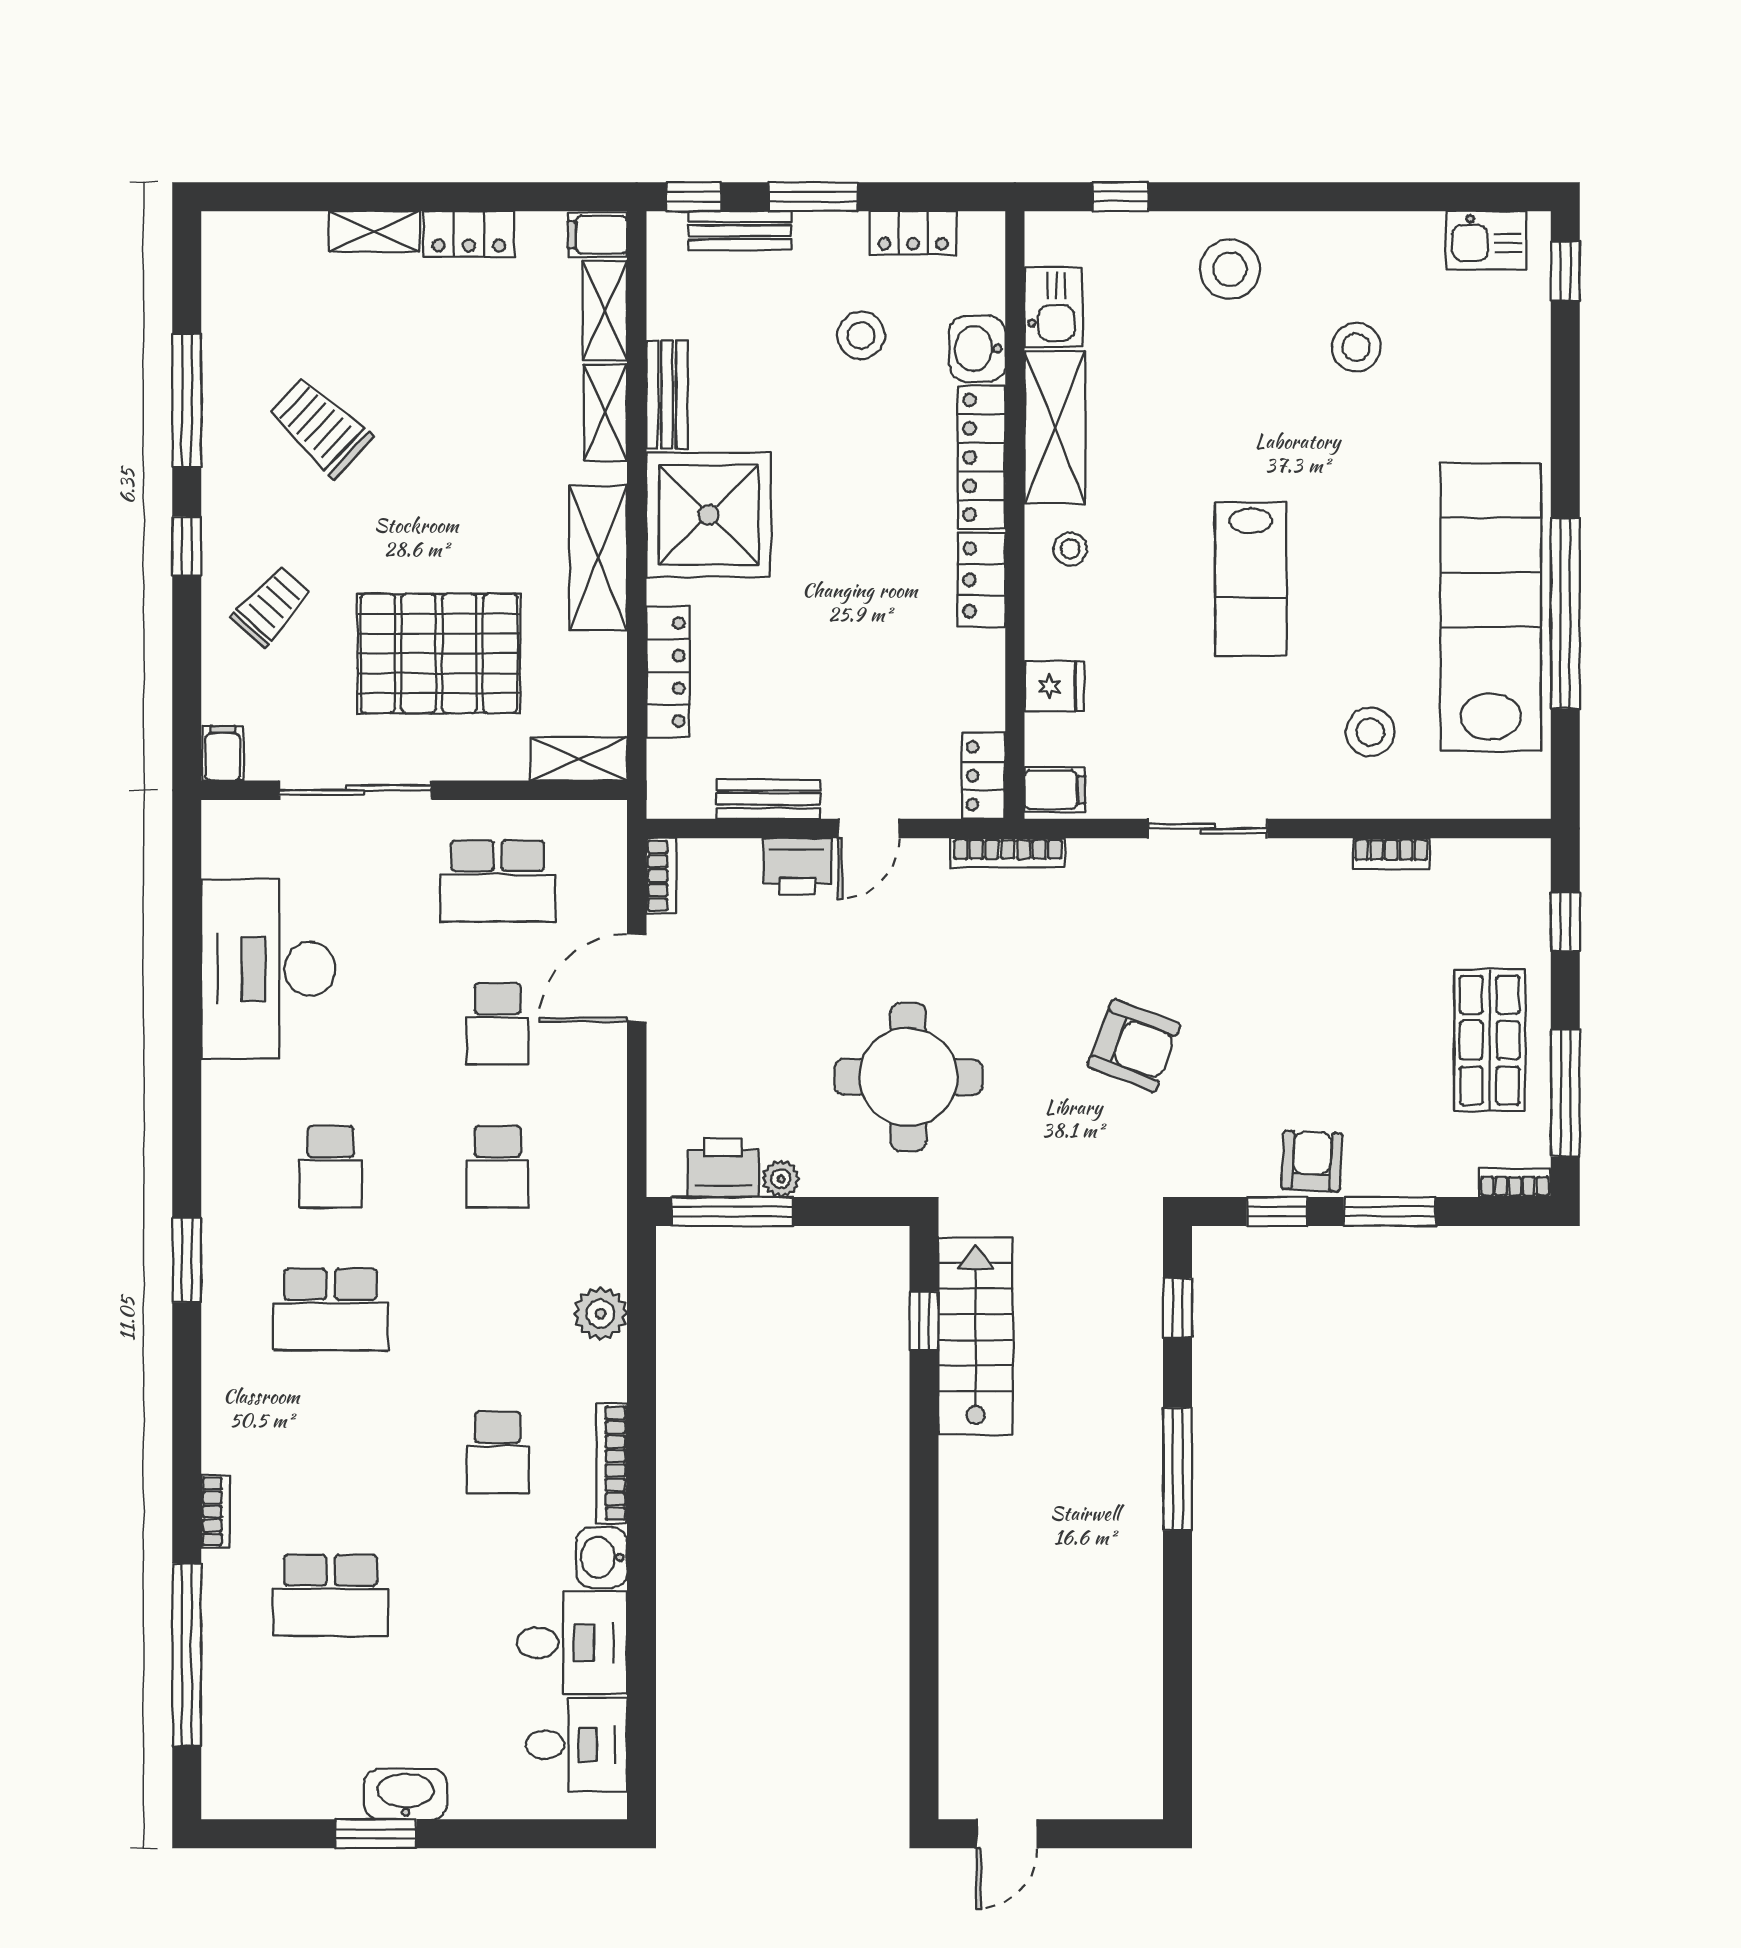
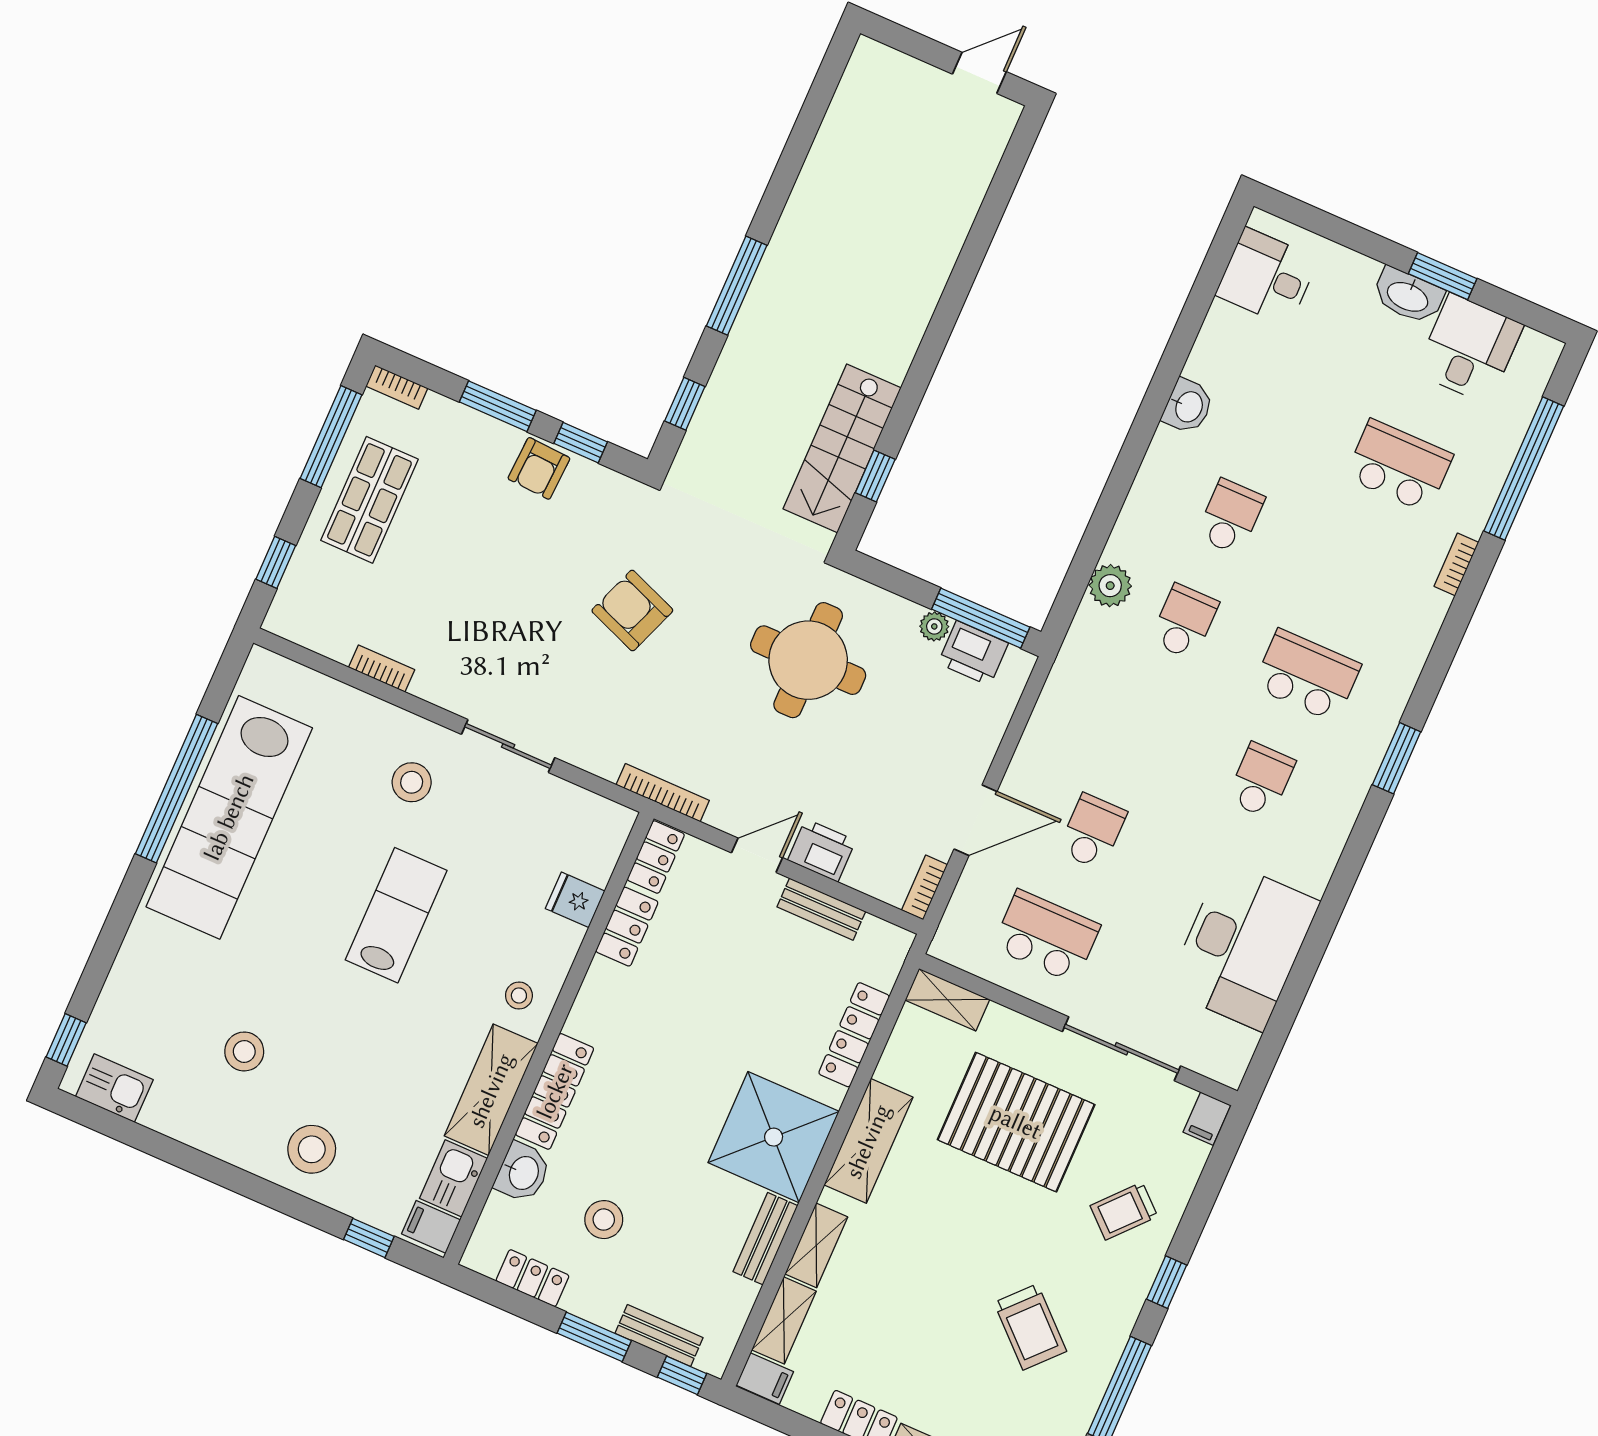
locker: (982, 580) -> (627, 927), moved
stool: (1370, 732) -> (412, 782), moved
filing cabinet: (1055, 790) -> (431, 1227), moved
school desk: (498, 1167) -> (1184, 622), moved
bookcase: (612, 1463) -> (1150, 472), removed
desk: (572, 1643) -> (1469, 349), moved, turned 90

